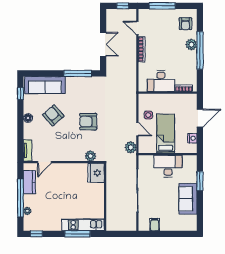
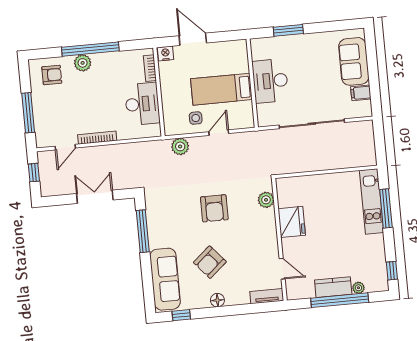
nightstand: (192, 138) -> (165, 54), moved
plant: (131, 147) -> (180, 146), moved
fridge: (96, 173) -> (292, 222), moved, turned -90
kitchen counter: (29, 182) -> (333, 287), moved
sofa: (188, 199) -> (354, 61), moved, turned 90

